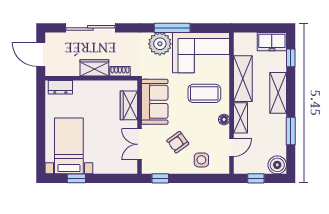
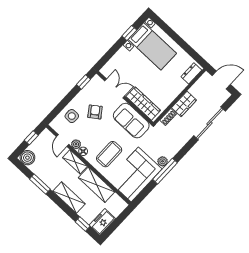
plant: (160, 44) -> (163, 161), width x0.53, depth x0.53
wardrobe: (129, 105) -> (143, 103), width x1.50
plant: (223, 132) -> (76, 144), added

